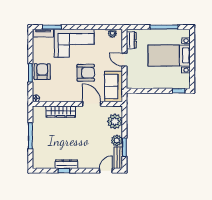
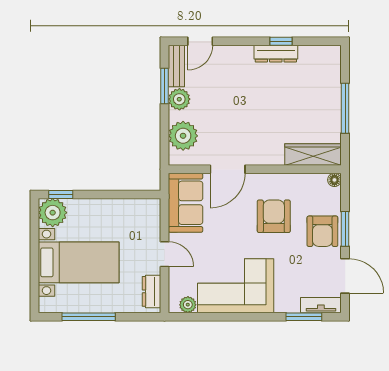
corner sofa: (74, 43) -> (236, 286), moved
door: (30, 48) -> (345, 276), added
armchair: (86, 73) -> (274, 216), moved, turned 90
plant: (183, 81) -> (53, 213), added
door: (92, 104) -> (228, 169), hinge flipped
wardrobe: (61, 112) -> (313, 155), moved

